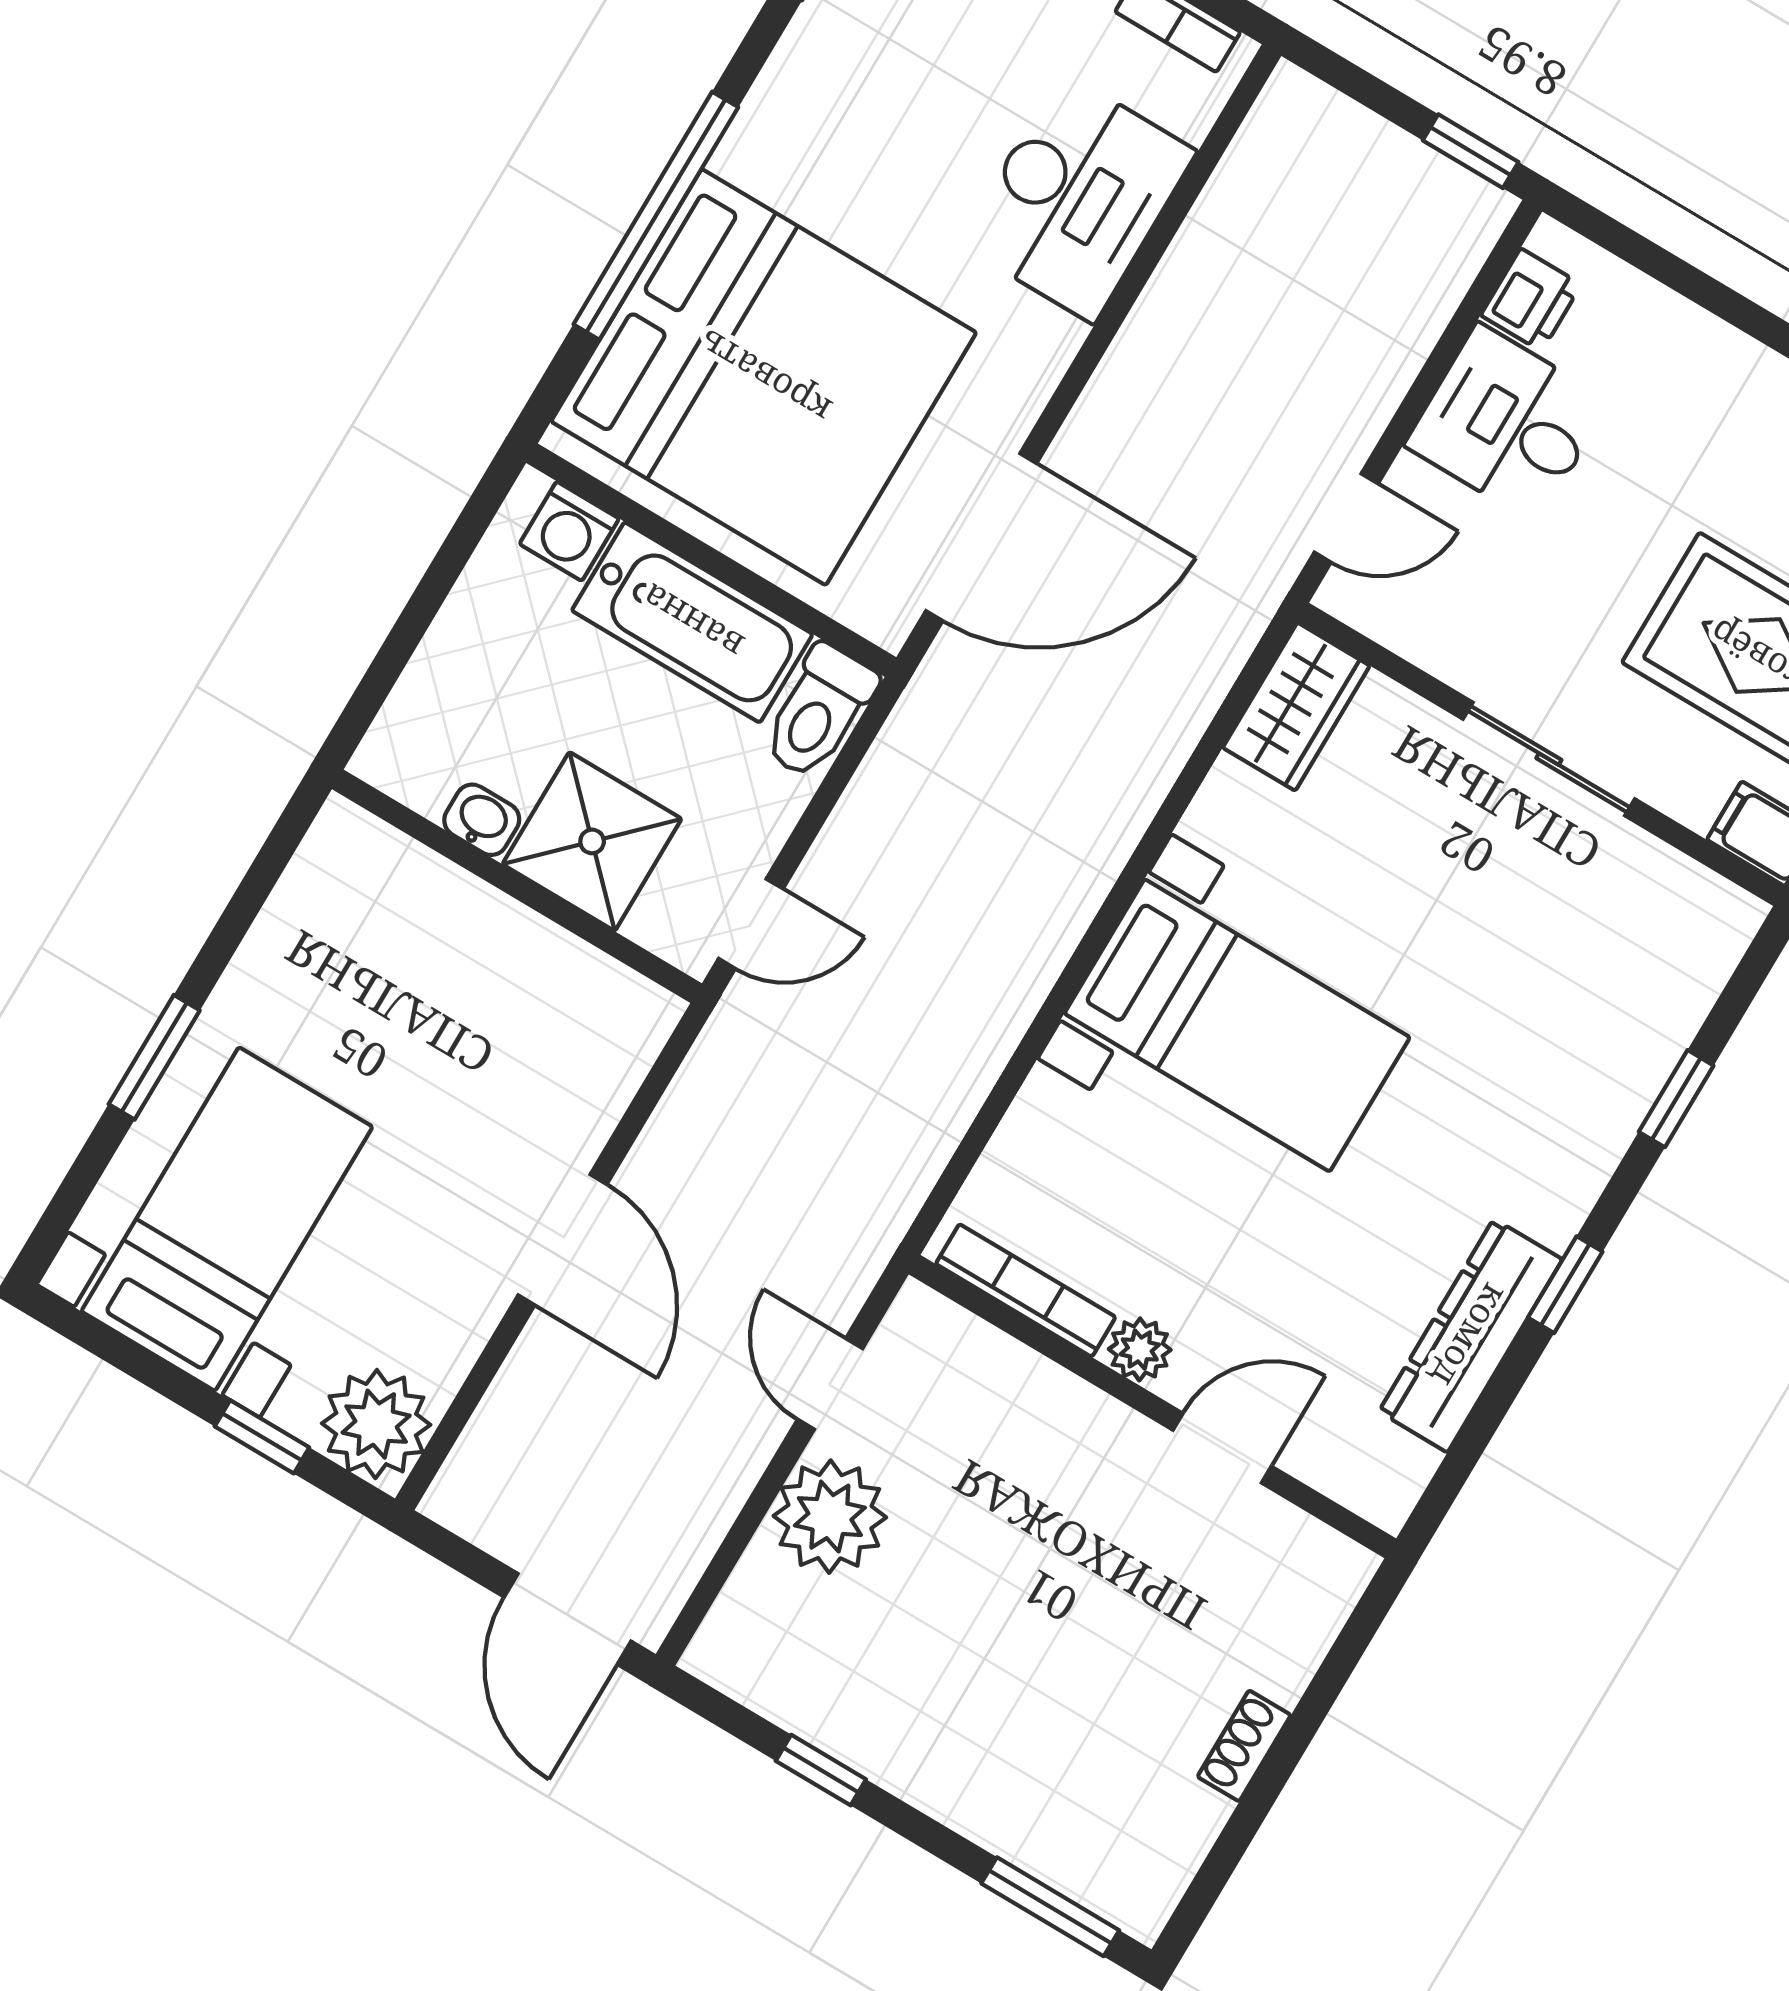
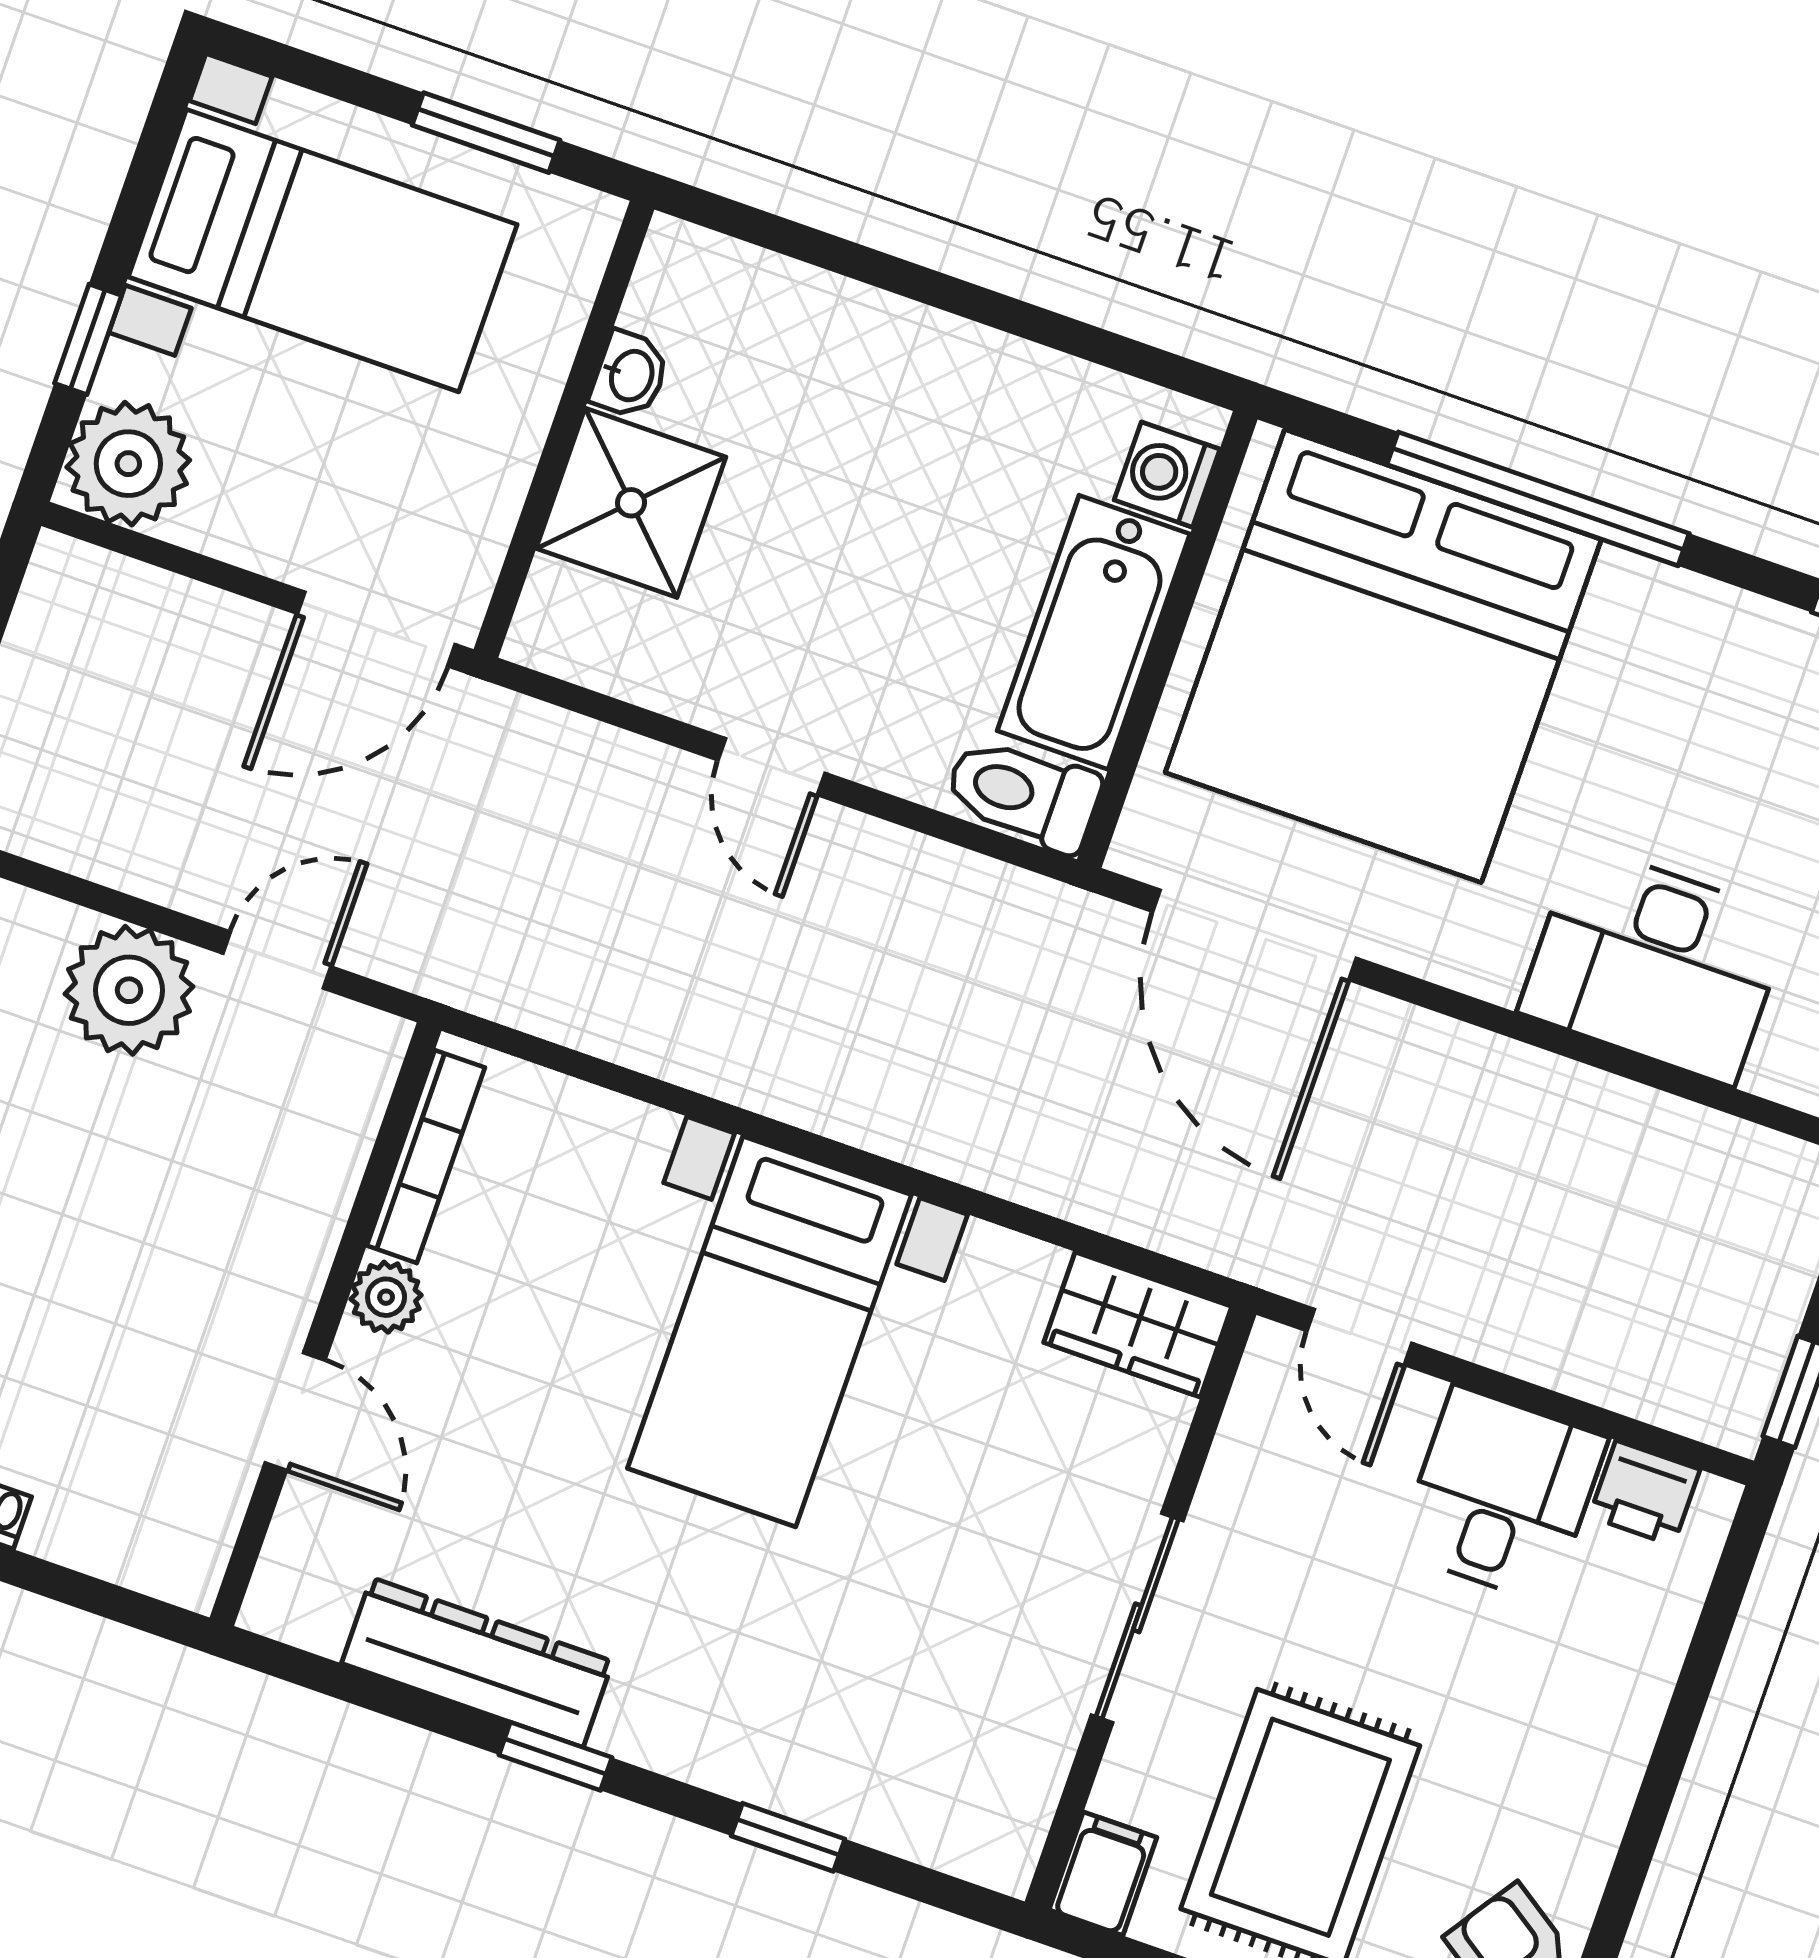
washbasin: (482, 820) -> (630, 375), moved
shower: (592, 841) -> (631, 503), moved
wall: (517, 886) -> (564, 429), moved

